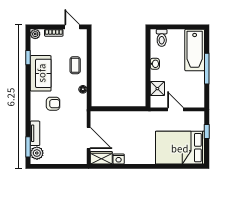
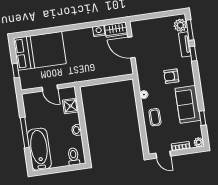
window: (28, 123) -> (193, 54), added

